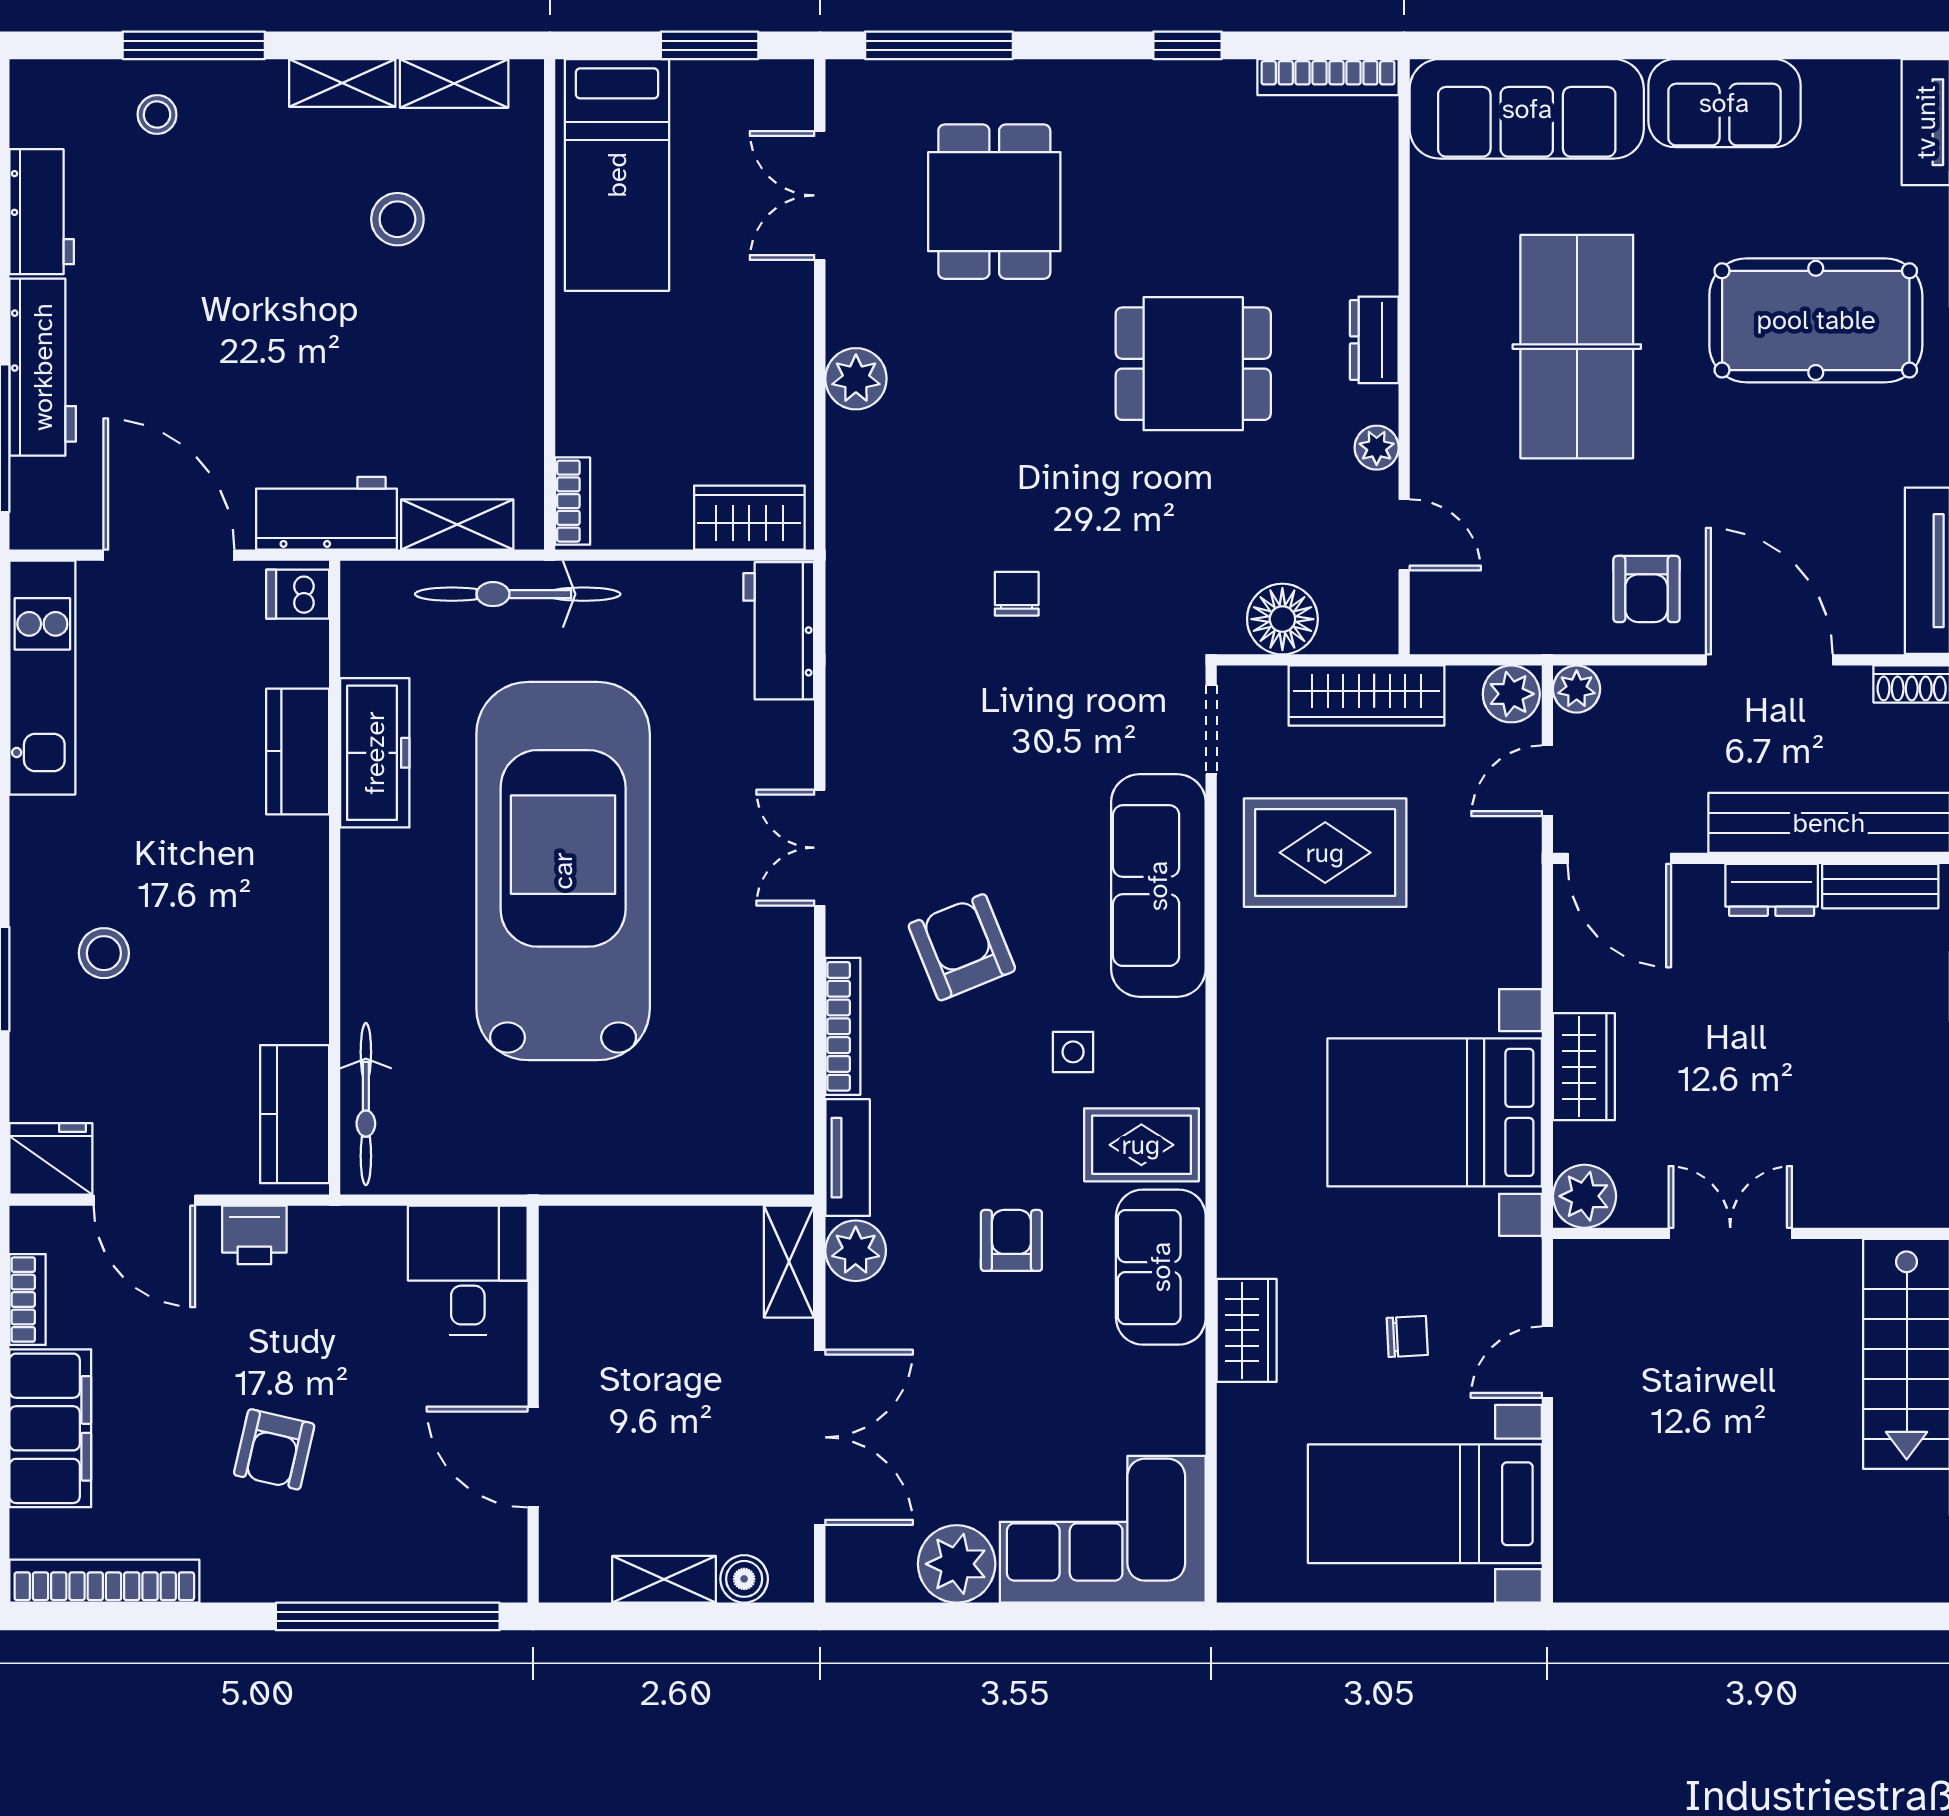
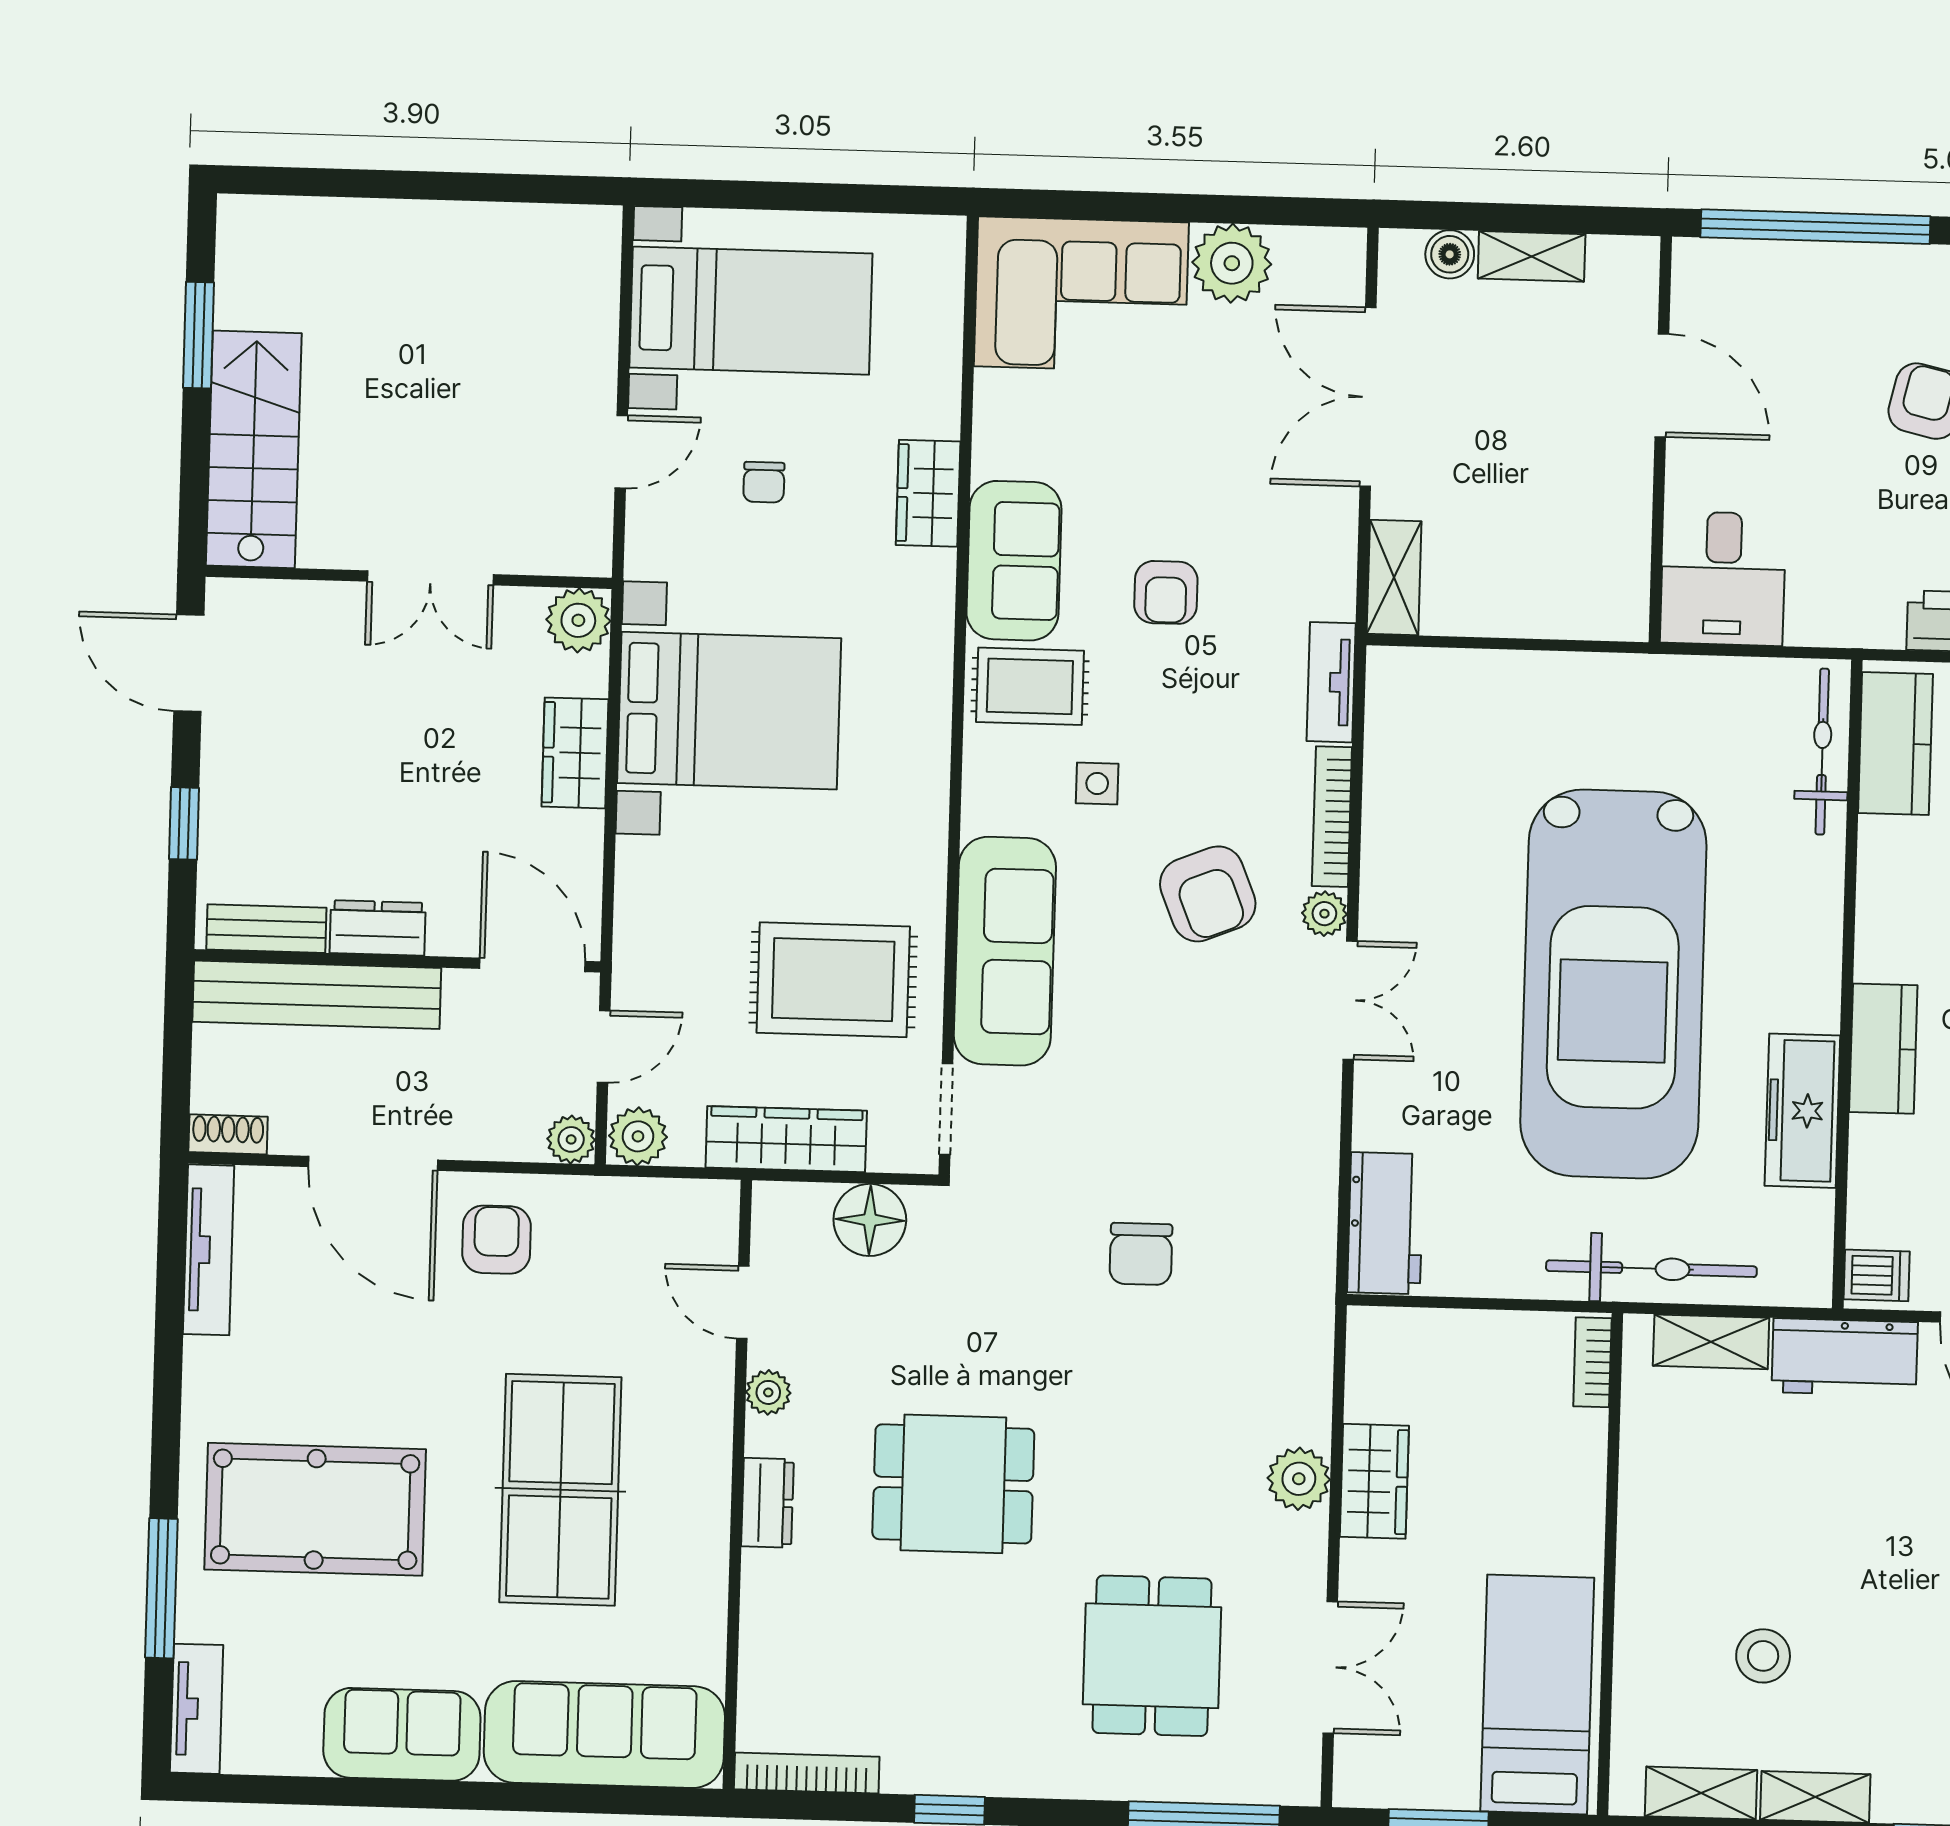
wardrobe: (749, 518) -> (1374, 1481), moved, turned -90
chair: (1017, 594) -> (1141, 1254), width x1.37, depth x1.37
kitchen counter: (298, 751) -> (1883, 1049), moved
plant: (856, 1251) -> (1324, 914), moved, width x0.73, depth x0.73
chair: (1407, 1336) -> (764, 482), turned -87

